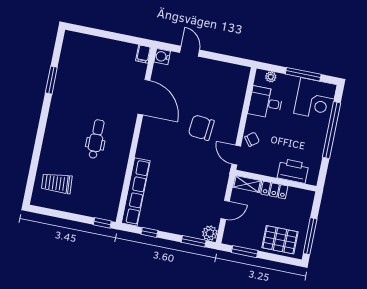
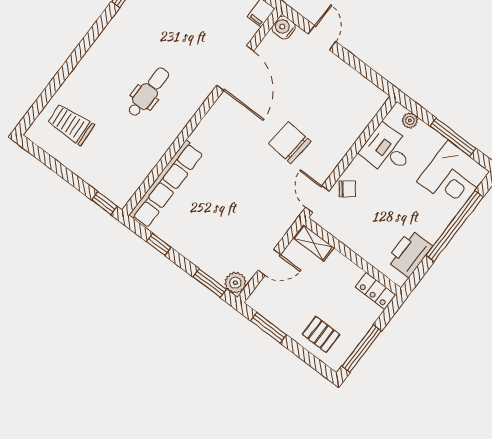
printer: (293, 171) -> (409, 253), moved, turned -90
locker: (274, 190) -> (376, 291), moved
pallet: (280, 240) -> (321, 334), width x0.67, depth x0.71

